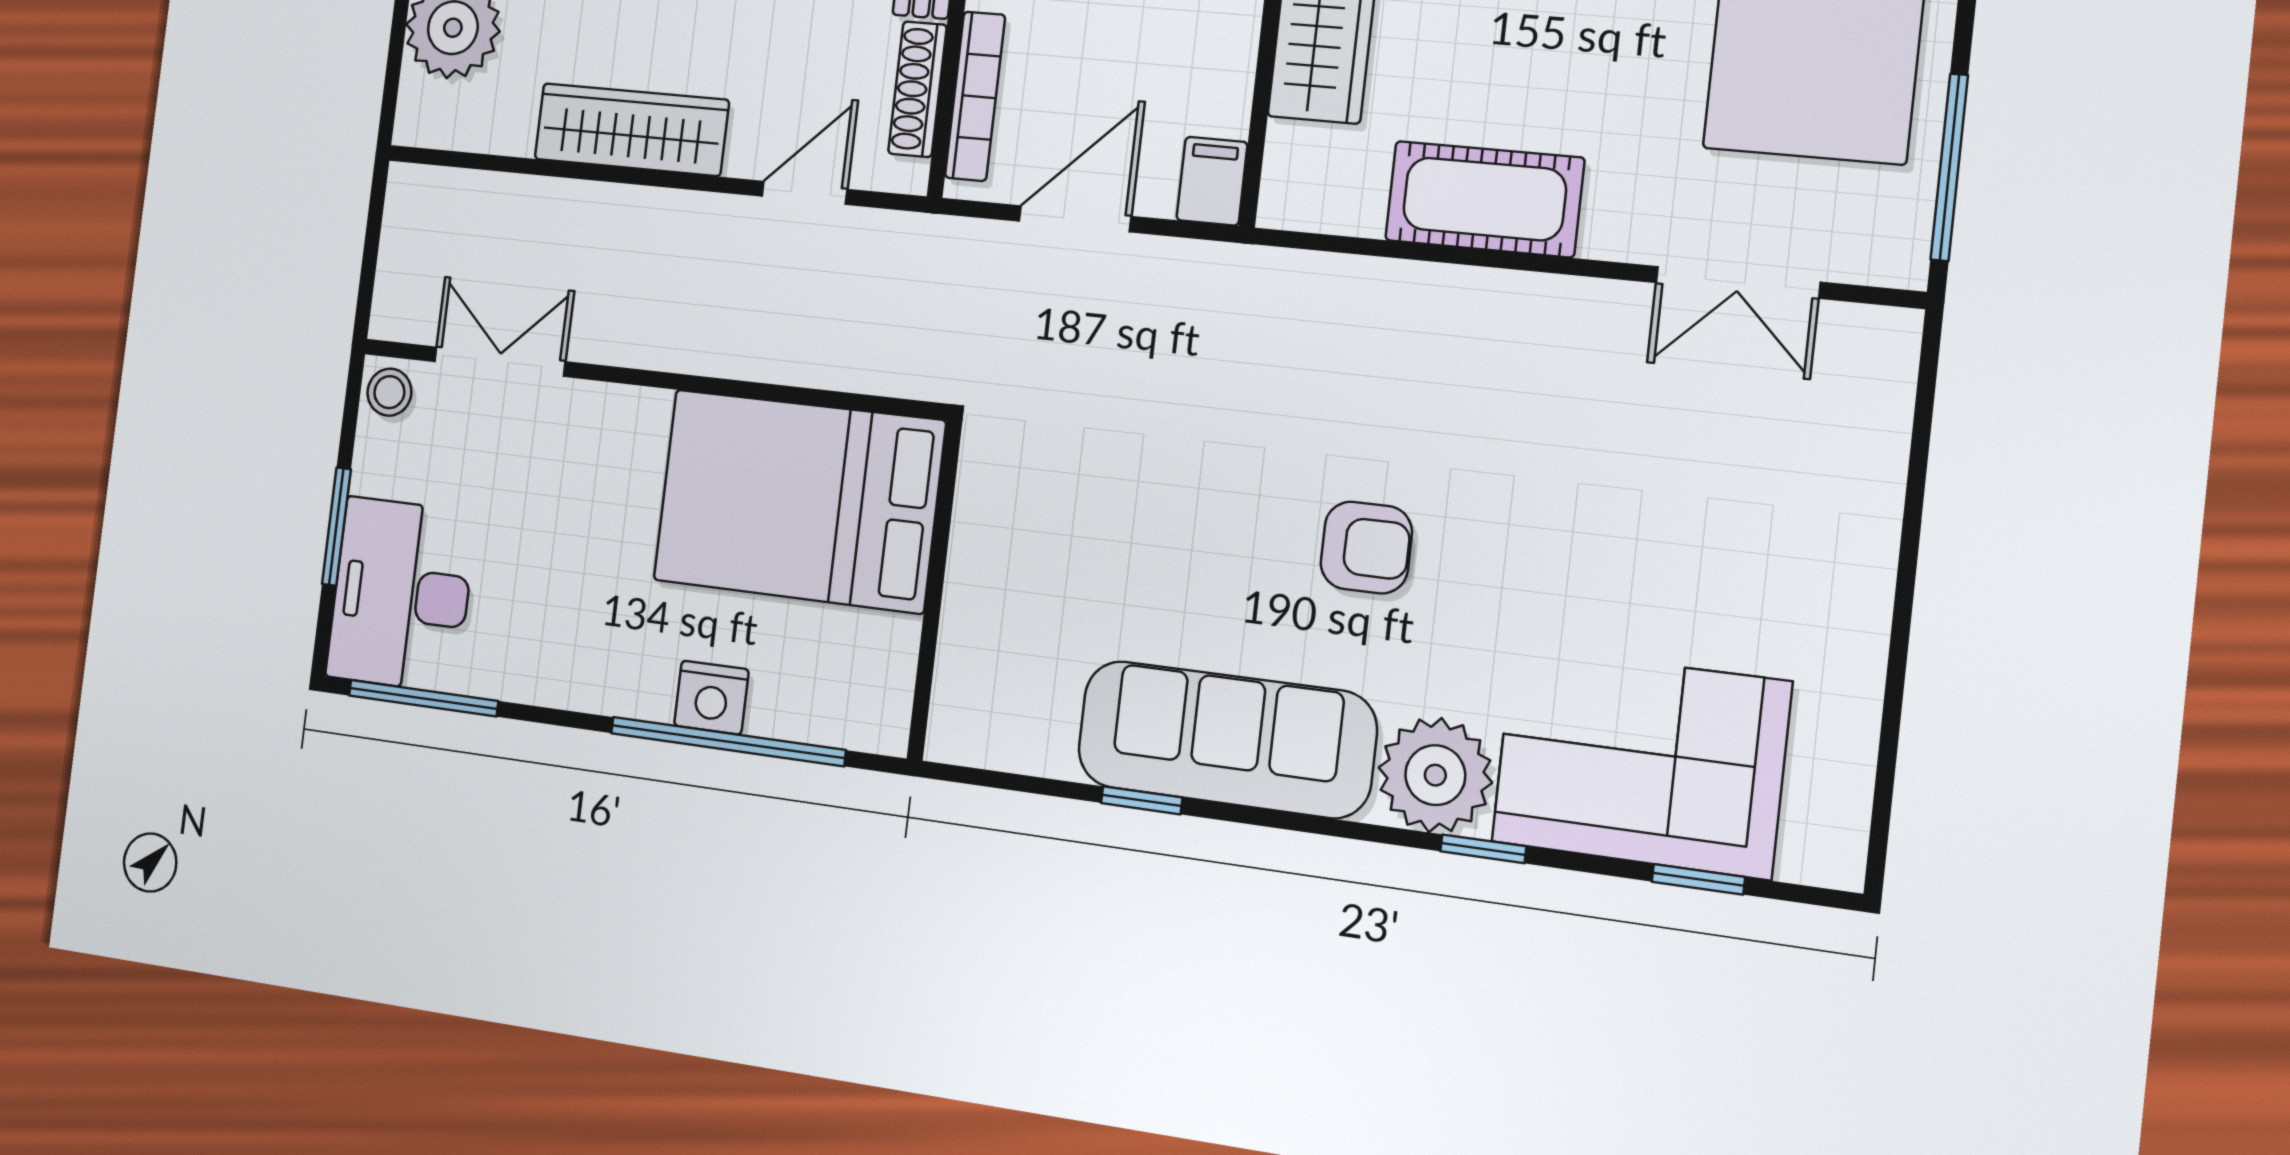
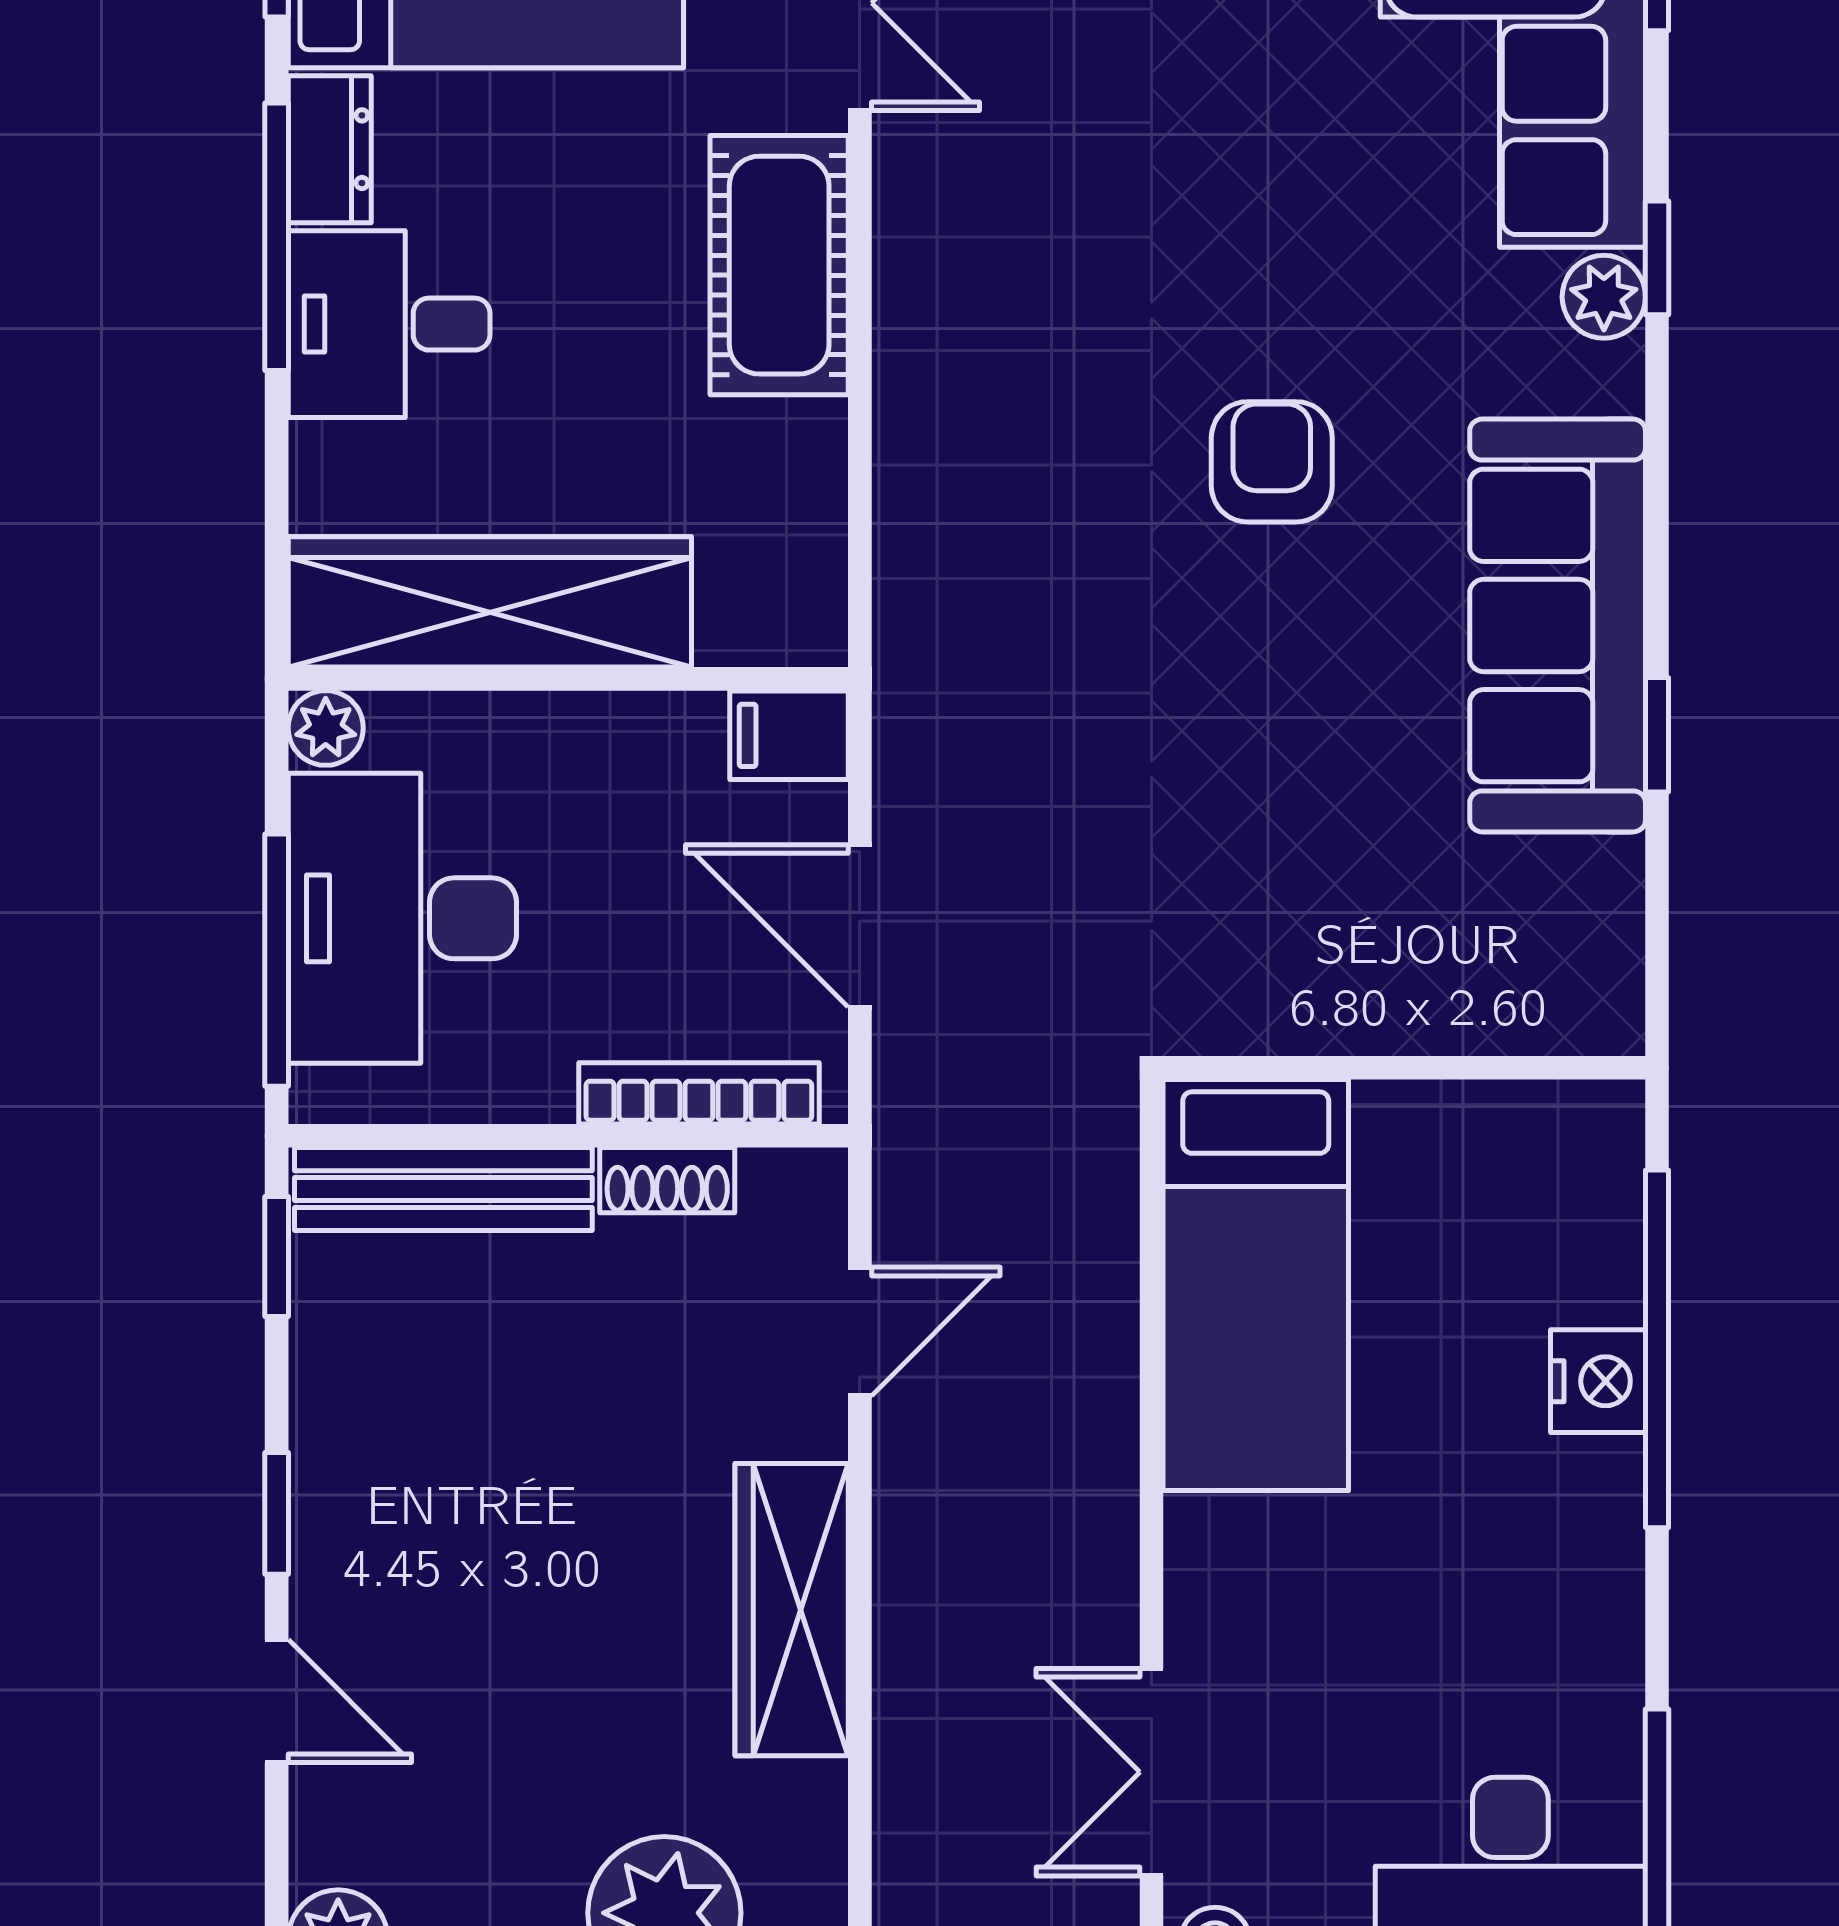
shoe rack: (917, 89) -> (667, 1180), width x0.70
door: (805, 193) -> (860, 1332), swing flipped
cot: (1484, 199) -> (779, 265), moved
bed: (799, 501) -> (1256, 1285), width x0.67
plant: (1435, 775) -> (1604, 297), width x0.53, depth x0.53

